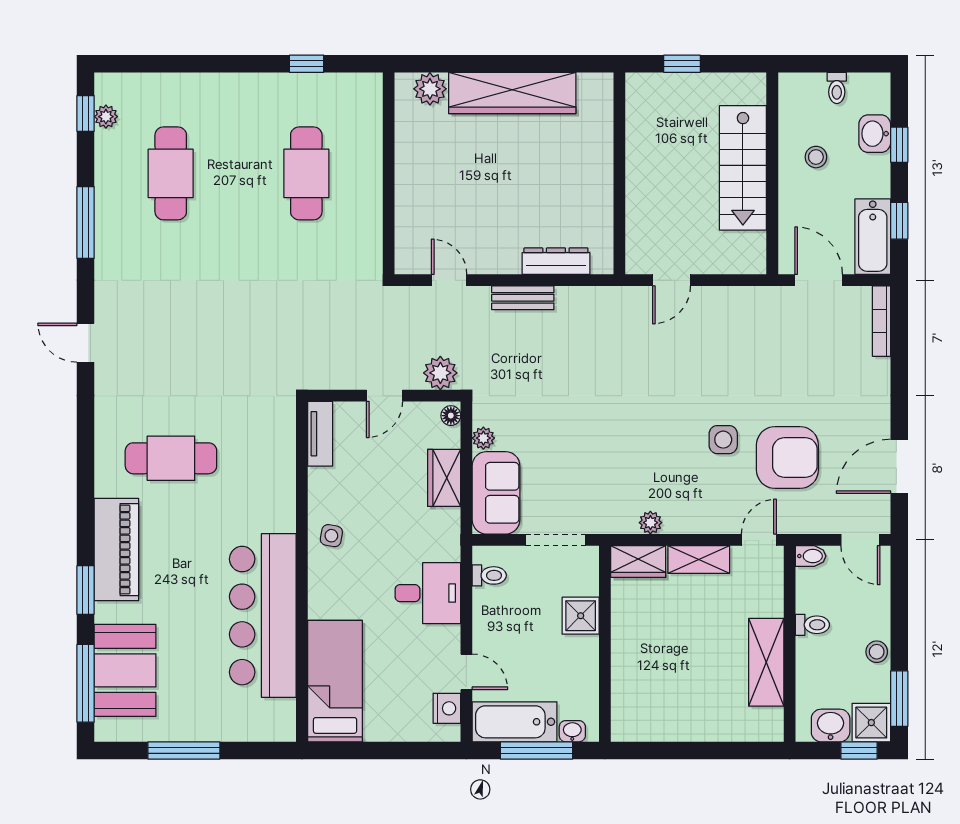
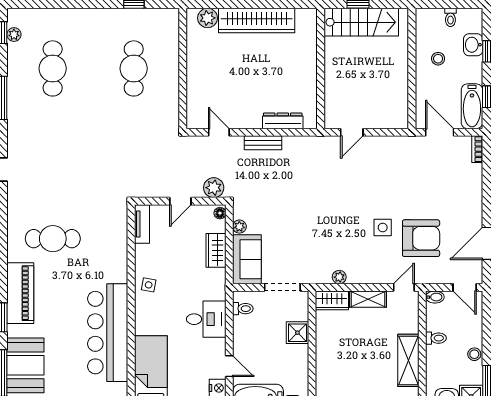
stairs: (743, 168) -> (361, 22), moved, turned -90
bookcase: (882, 321) -> (477, 149), width x0.64

